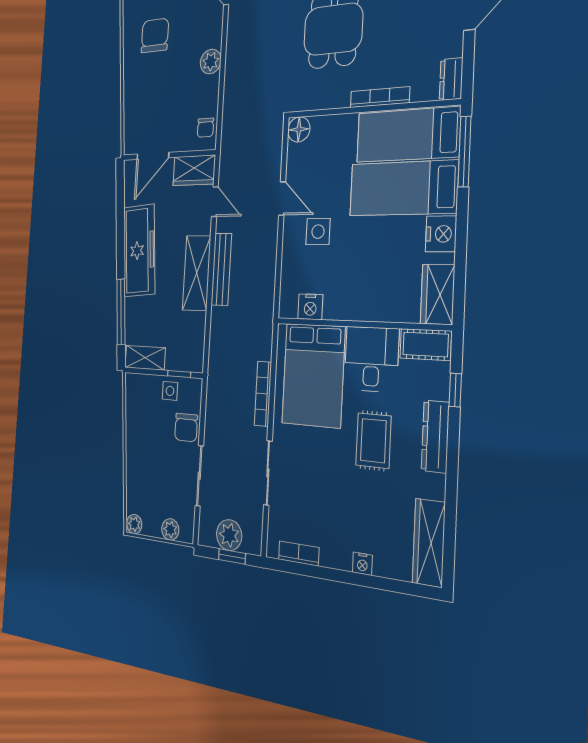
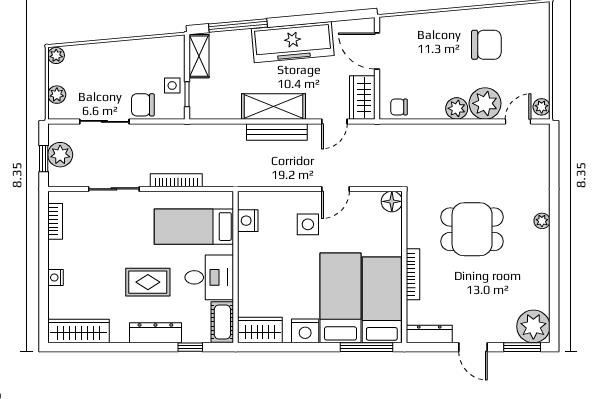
plant: (208, 30) -> (485, 103), added
dresser: (451, 79) -> (429, 334), width x1.44
bed: (313, 375) -> (194, 227), width x0.67

